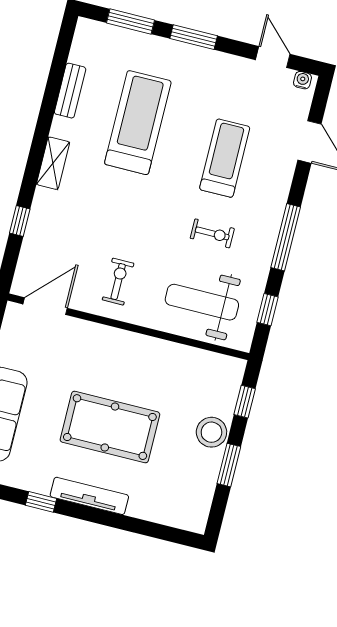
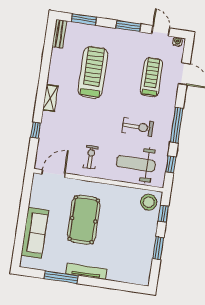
window: (194, 37) -> (128, 26), moved
bench: (70, 91) -> (59, 34), moved
treadmill: (225, 158) -> (151, 77), moved
exercise bike: (212, 233) -> (138, 127), width x1.38, depth x1.39
pool table: (110, 427) -> (84, 220), moved, turned 90
stool: (211, 432) -> (149, 202), moved
window: (41, 502) -> (61, 277), width x2.17

